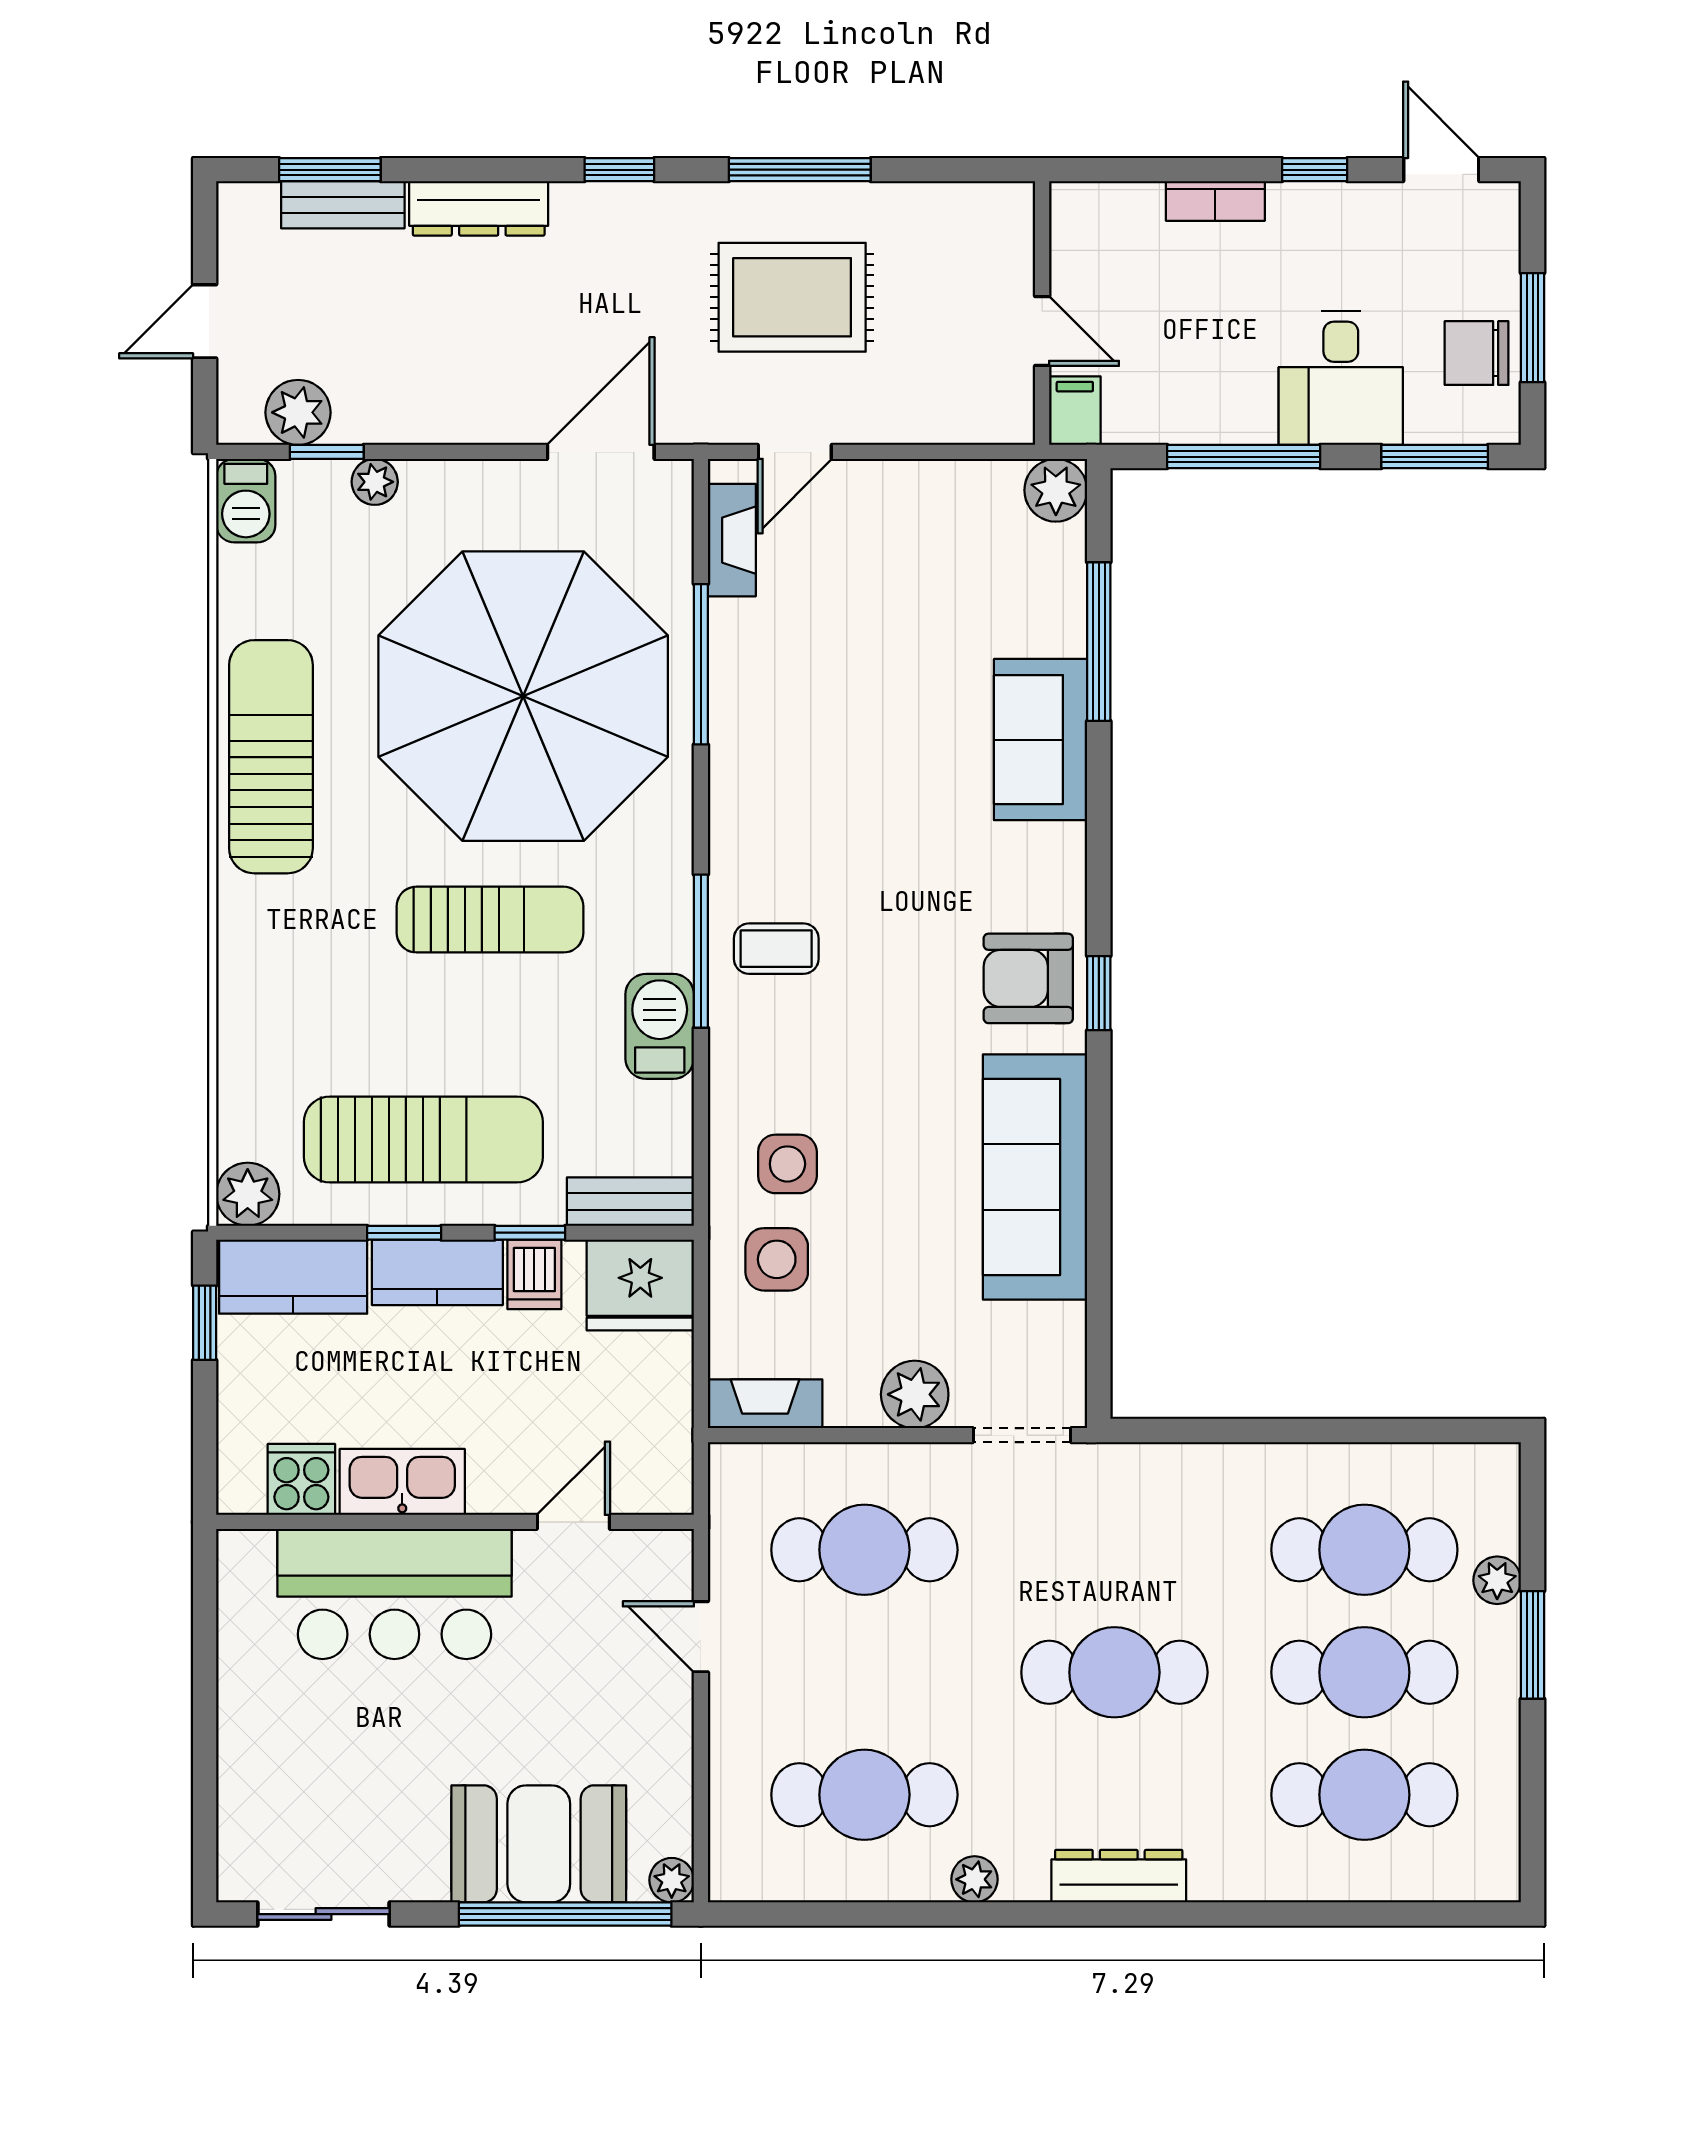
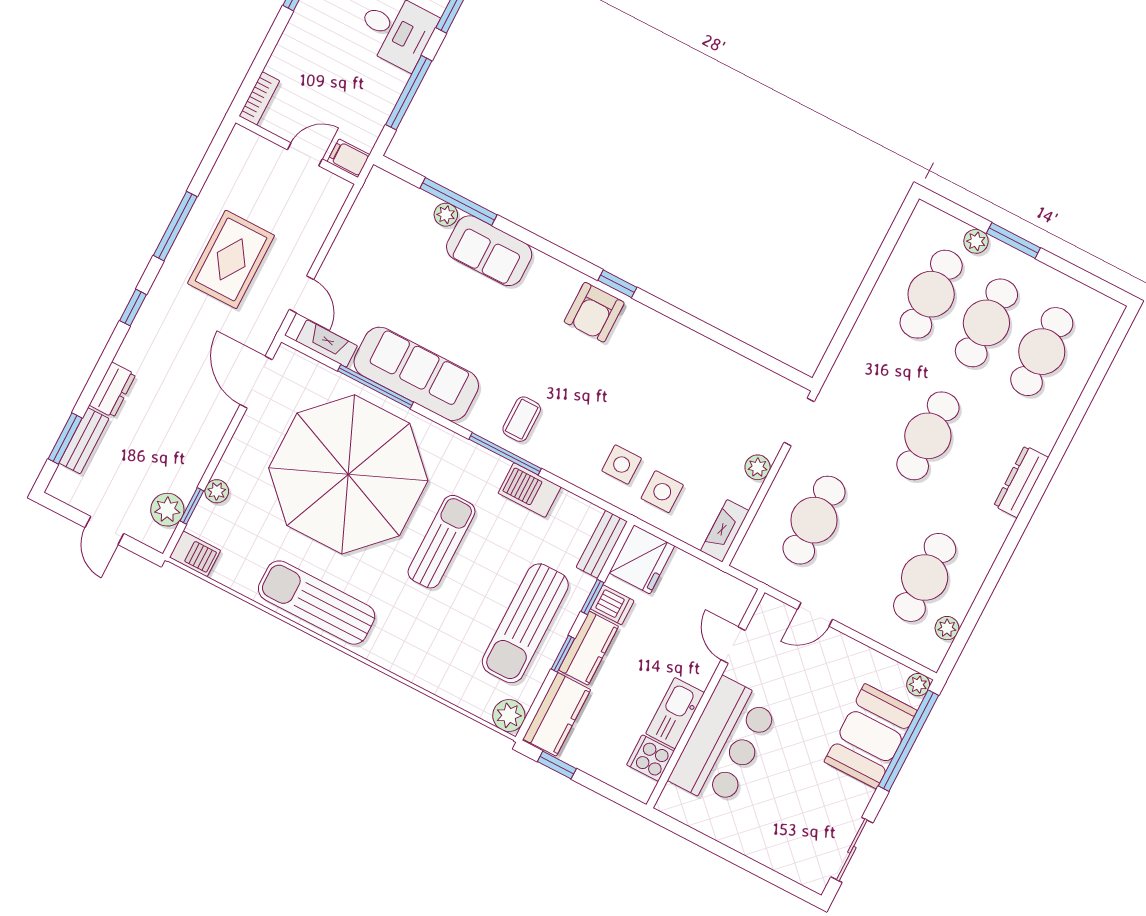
bookcase: (1215, 201) -> (259, 98), moved
dresser: (479, 208) -> (113, 390), width x0.70
plant: (1056, 490) -> (446, 215), moved, width x0.73, depth x0.73
sun lounger: (423, 1139) -> (525, 623), turned 180
sofa: (1035, 1177) -> (416, 374), moved, turned 180
plant: (915, 1394) -> (758, 467), width x0.73, depth x0.73
plant: (975, 1879) -> (947, 628), moved

